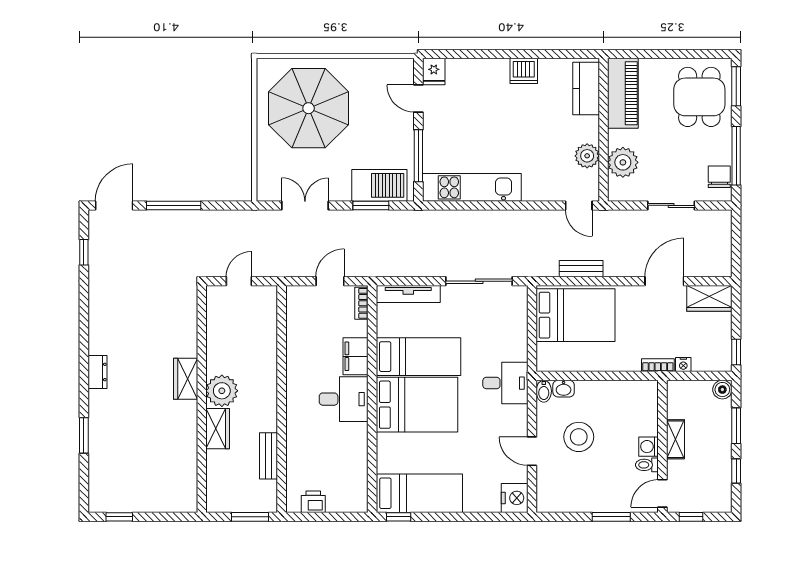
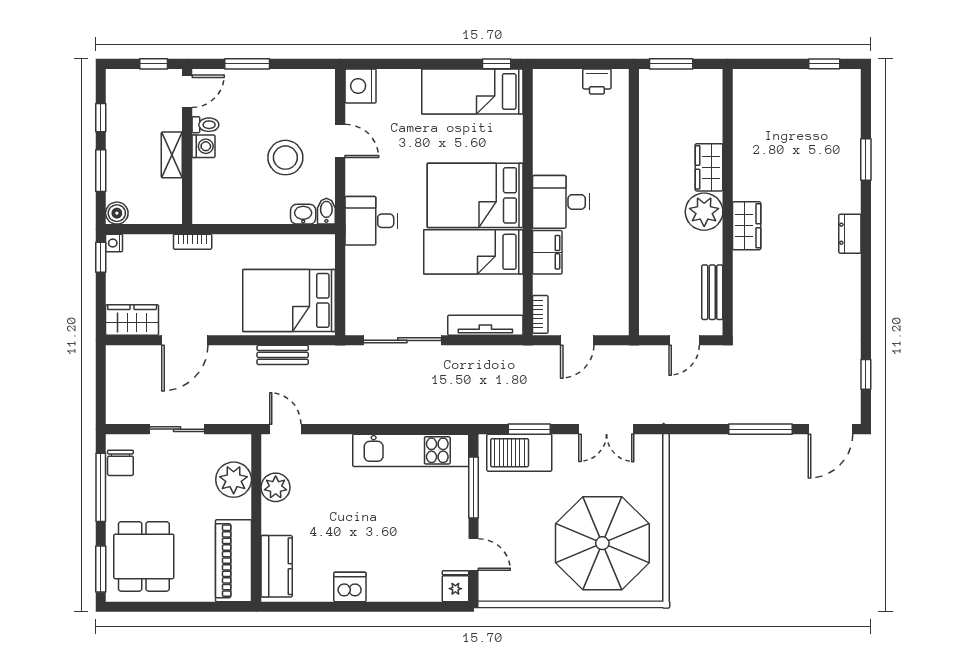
nightstand: (683, 365) -> (114, 243), moved, turned -90
bench: (269, 456) -> (712, 292), moved

